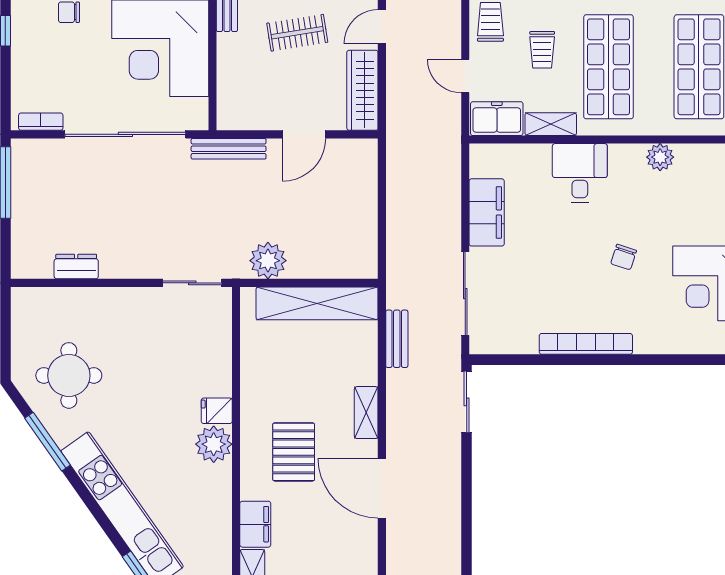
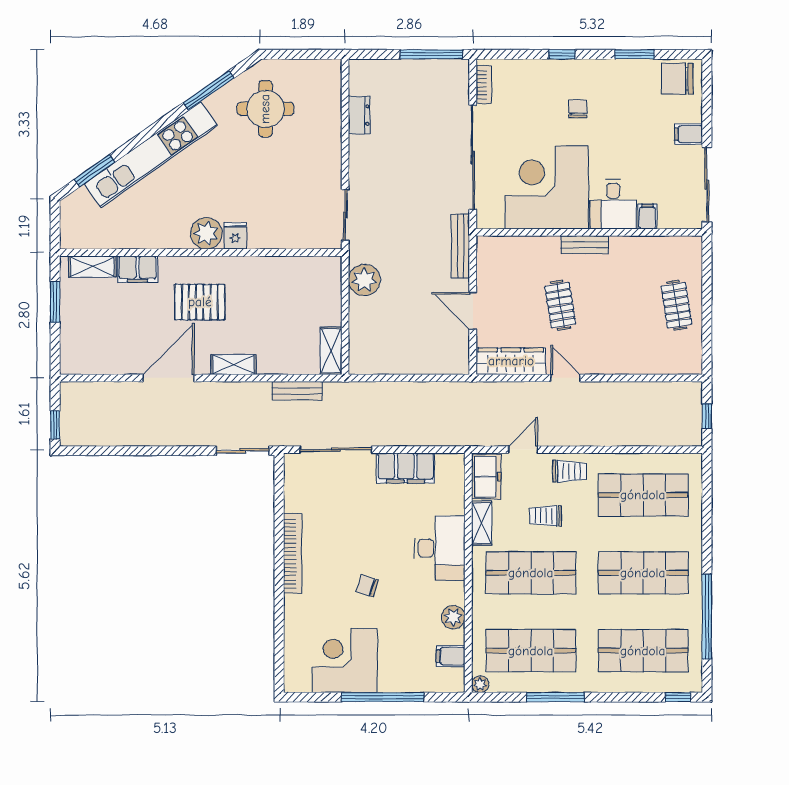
filing cabinet: (705, 160) -> (451, 656), added
desk: (580, 173) -> (440, 548), width x1.37
shelving: (317, 303) -> (331, 351), width x0.45, depth x0.75

